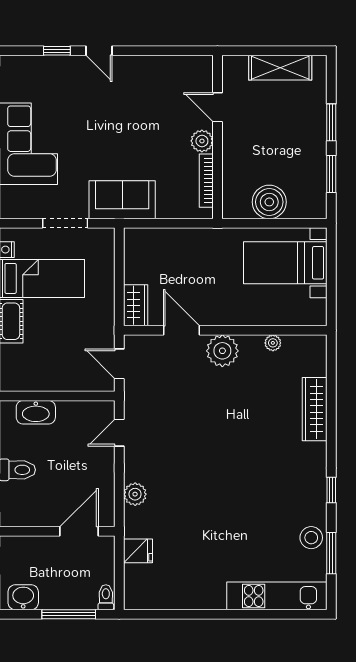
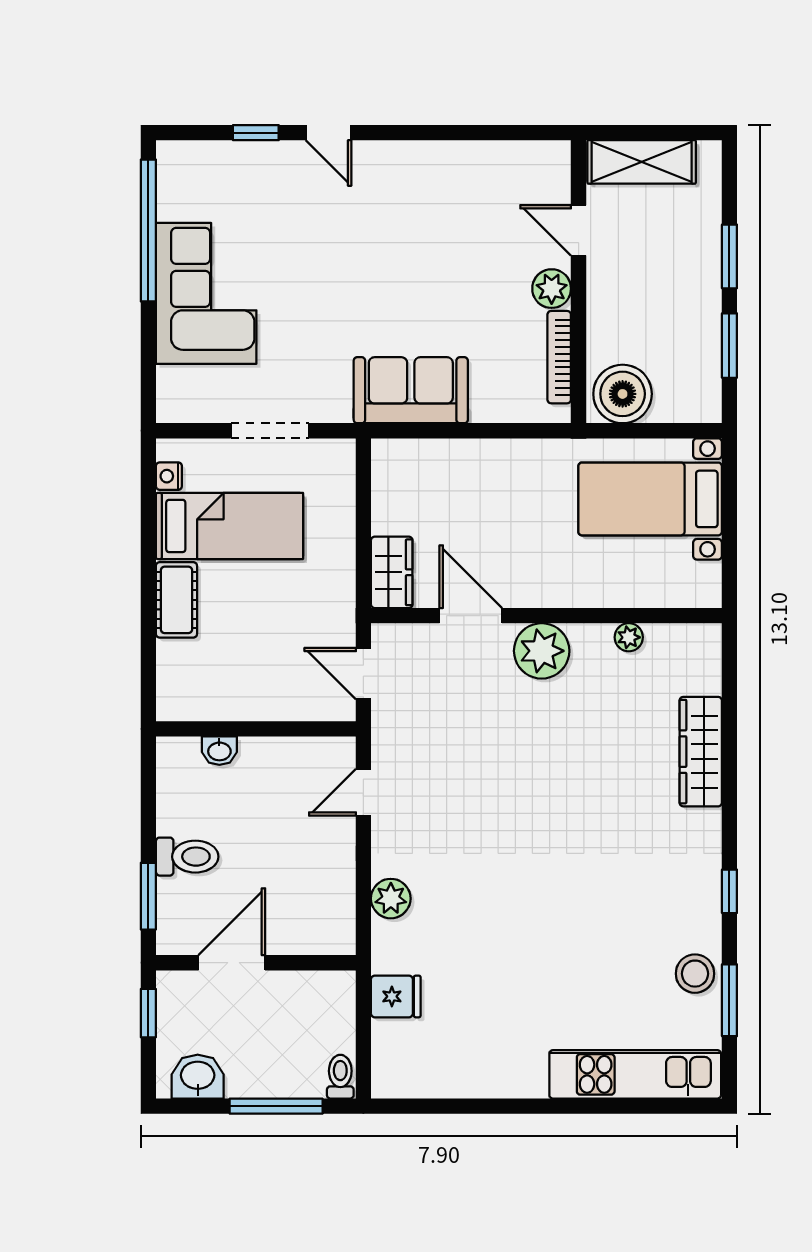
door: (218, 107) -> (579, 230), moved
wall: (218, 137) -> (579, 282), moved
plant: (202, 141) -> (552, 289), moved
bookcase: (206, 181) -> (559, 357), moved
sofa: (122, 200) -> (411, 390), moved
washbasin: (36, 412) -> (219, 751), width x0.52, depth x0.69
door: (79, 531) -> (232, 963), moved

